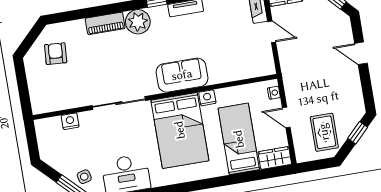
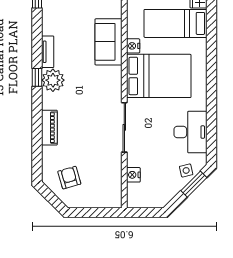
plant: (138, 22) -> (53, 80), moved
armchair: (56, 54) -> (69, 178), turned 70
sofa: (182, 75) -> (109, 42), moved

